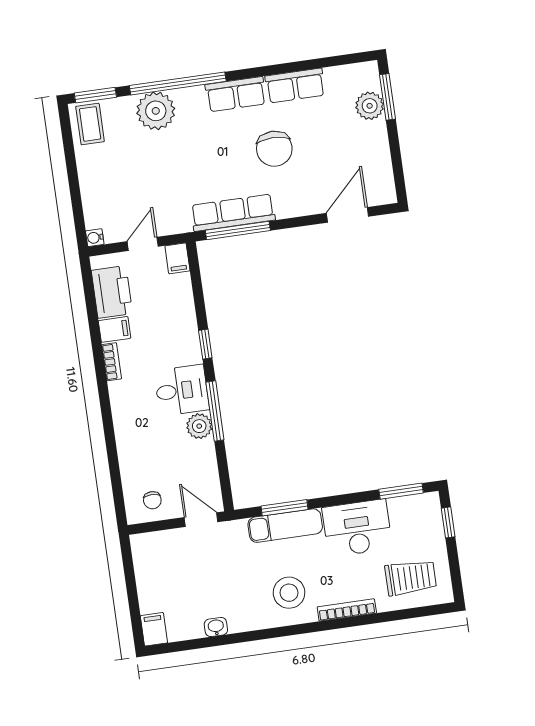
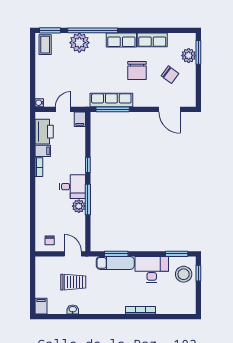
chair: (339, 148) -> (170, 75), added
door: (347, 215) -> (169, 109), swing flipped
trolley: (411, 578) -> (73, 282), moved
stool: (289, 593) -> (184, 274), moved

